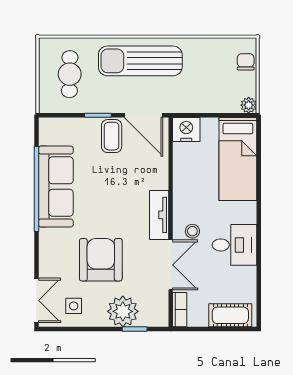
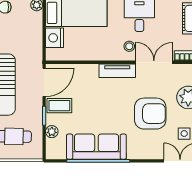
plant: (76, 126) -> (52, 132), added
nightstand: (186, 129) -> (55, 38), moved
armchair: (101, 260) -> (150, 114), turned 180

